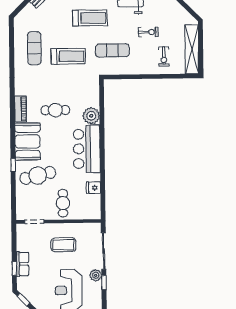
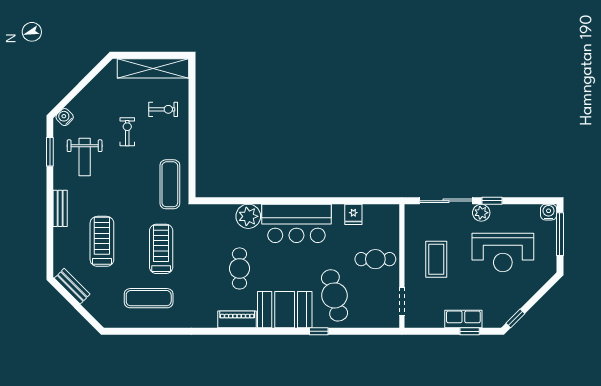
treadmill: (90, 18) -> (102, 241), moved
exercise mat: (112, 50) -> (170, 184), moved

